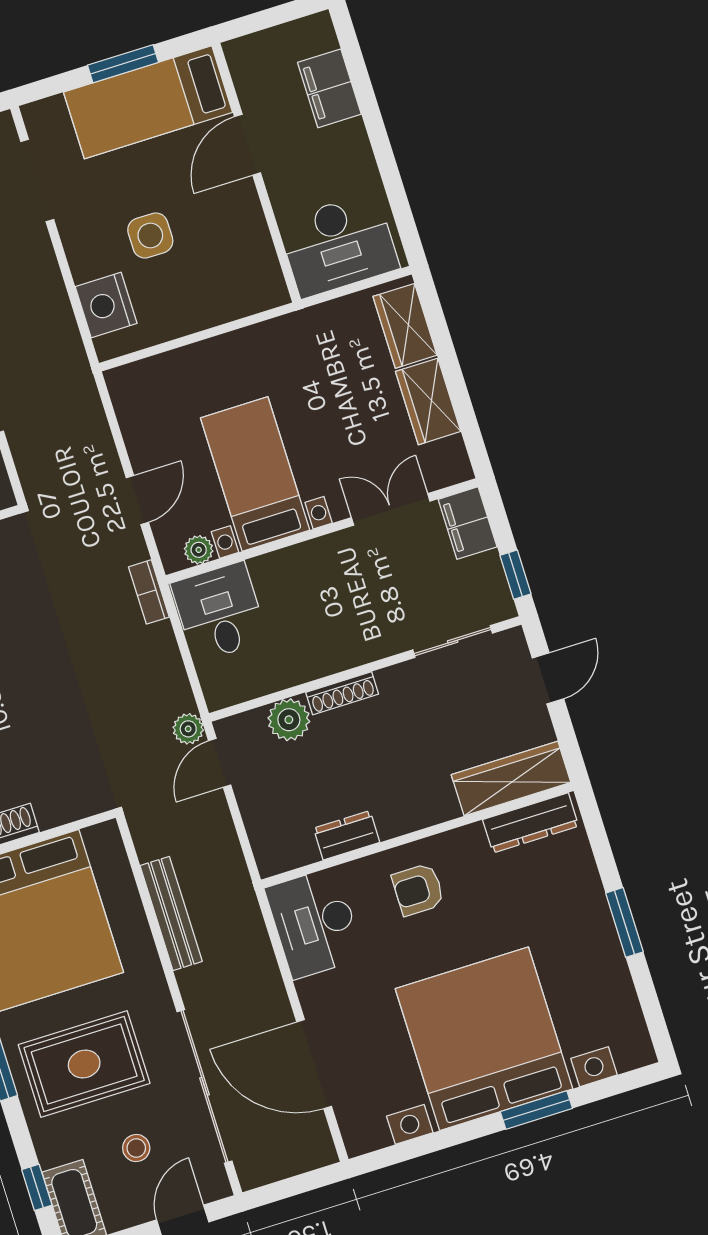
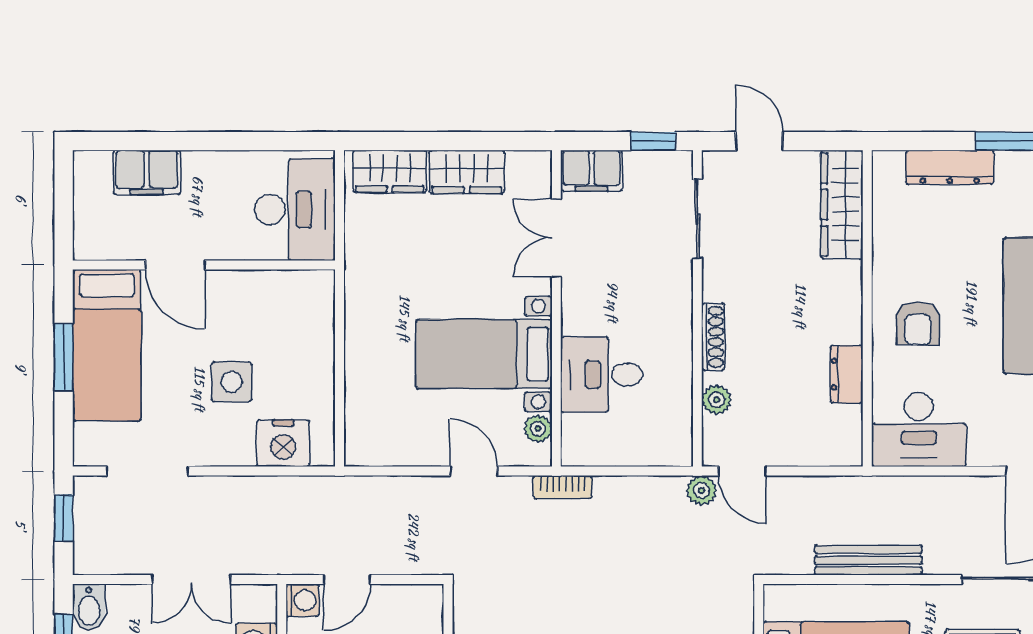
desk: (219, 612) -> (602, 374), moved
plant: (289, 720) -> (717, 400), width x0.73, depth x0.73
dresser: (531, 823) -> (950, 167), moved, turned 90

